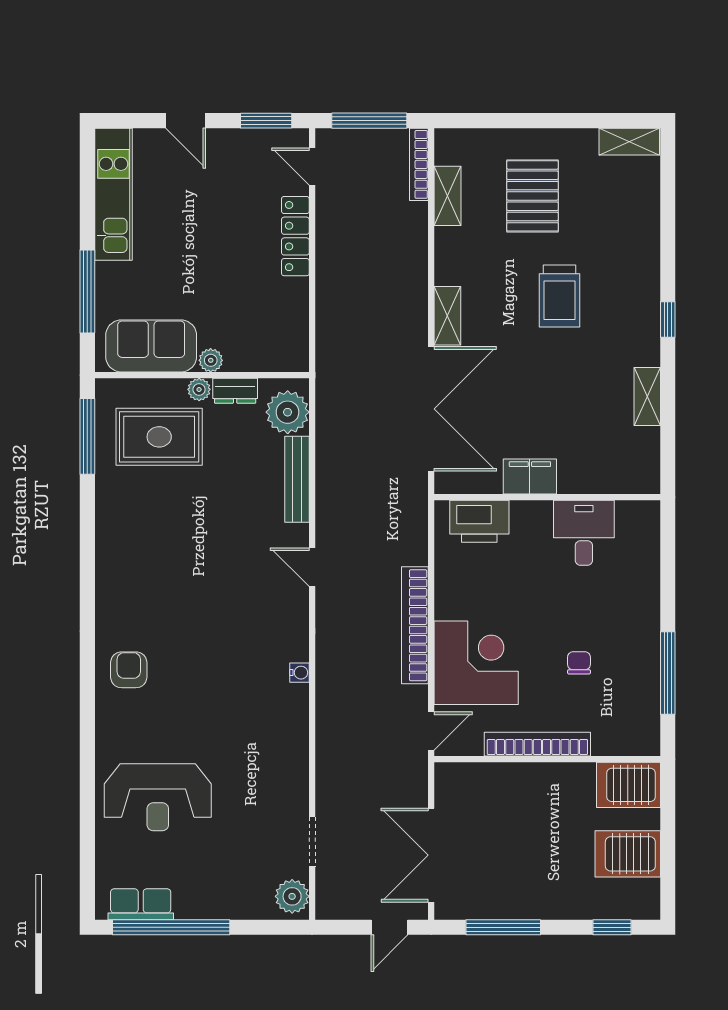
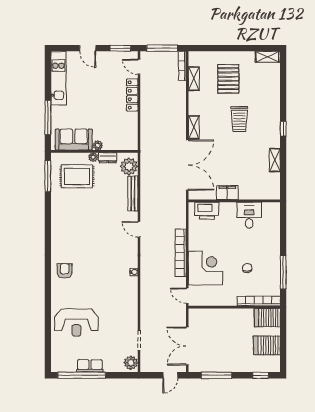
door: (431, 731) -> (187, 296), swing flipped
bookcase: (537, 744) -> (259, 301), moved
row of seats: (141, 904) -> (90, 366), moved

